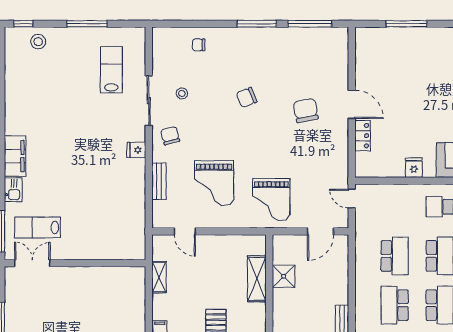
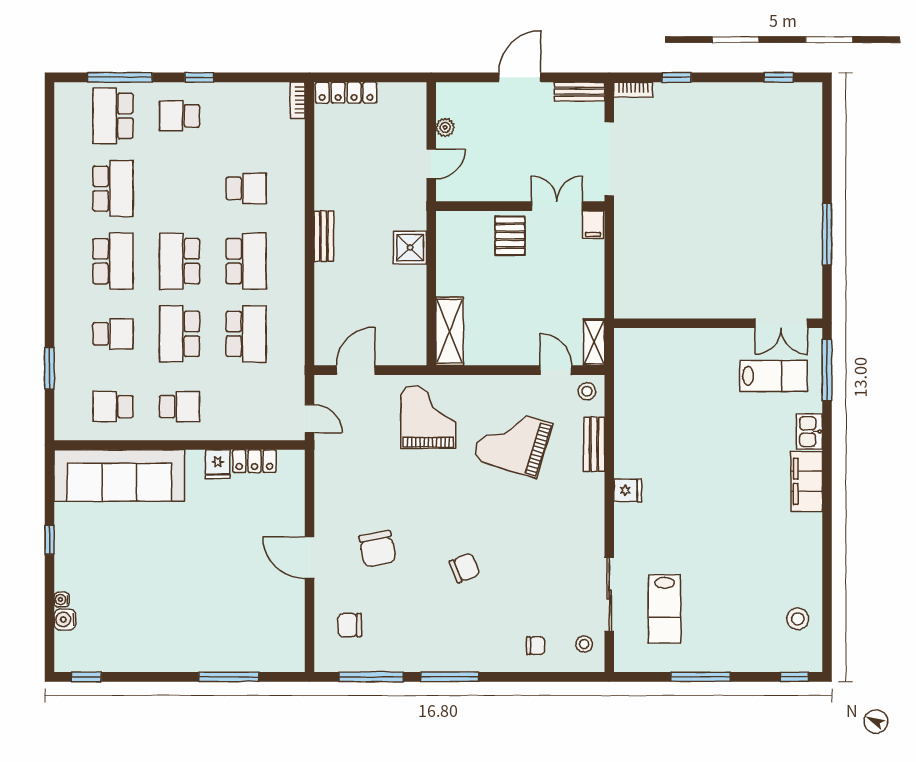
stool: (38, 42) -> (798, 619), moved
stool: (182, 93) -> (584, 644), moved
sliding door: (149, 101) -> (609, 595), moved
chair: (170, 136) -> (350, 625), moved, turned 104
locker: (363, 136) -> (254, 461), moved, turned -90
grand piano: (214, 183) -> (513, 442), turned -73
stool: (164, 217) -> (587, 391), added
school desk: (395, 256) -> (246, 334), turned 180
shower: (284, 276) -> (410, 248), moved
shelving: (159, 277) -> (594, 342), moved
shelving: (257, 279) -> (450, 331), moved

